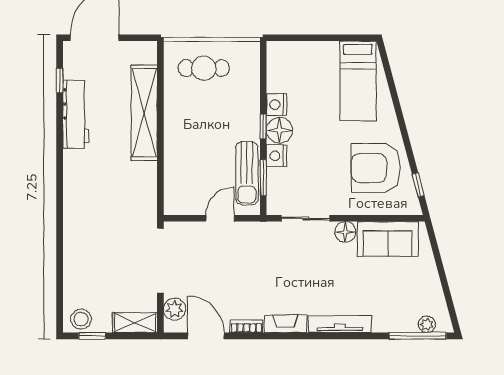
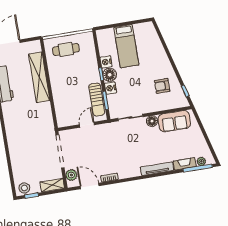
bed: (358, 81) -> (126, 46), moved
armchair: (376, 168) -> (162, 86), width x0.53, depth x0.53
fireplace: (285, 324) -> (185, 164), moved

